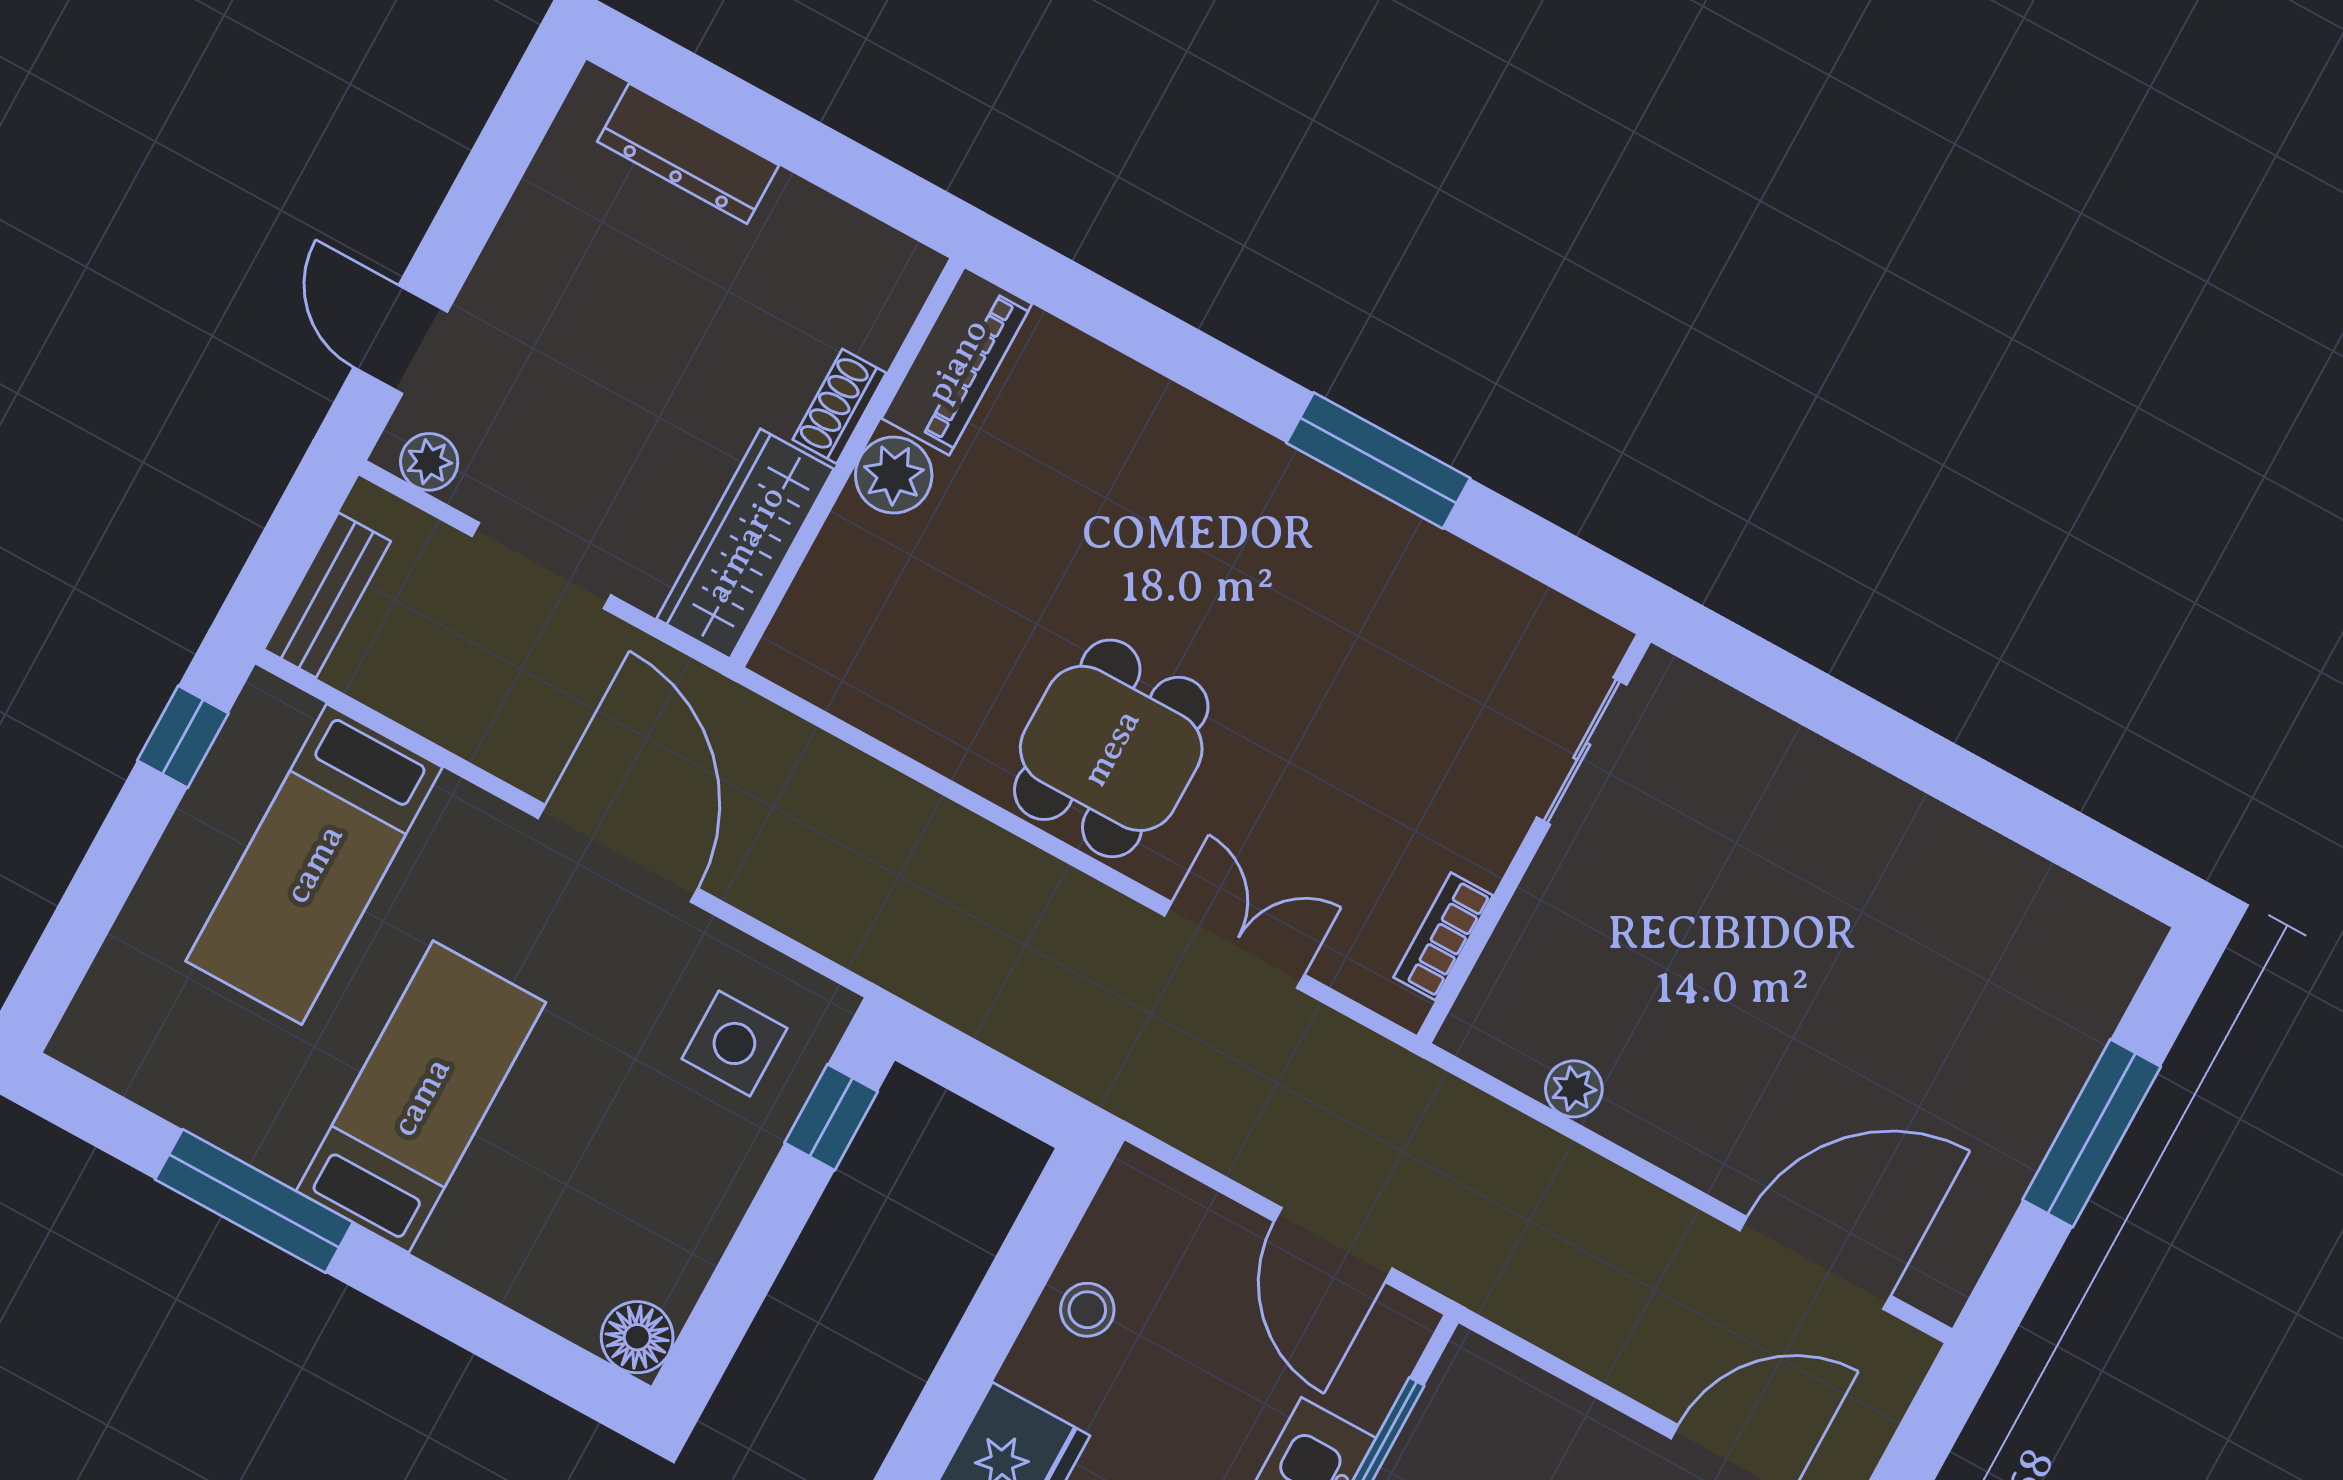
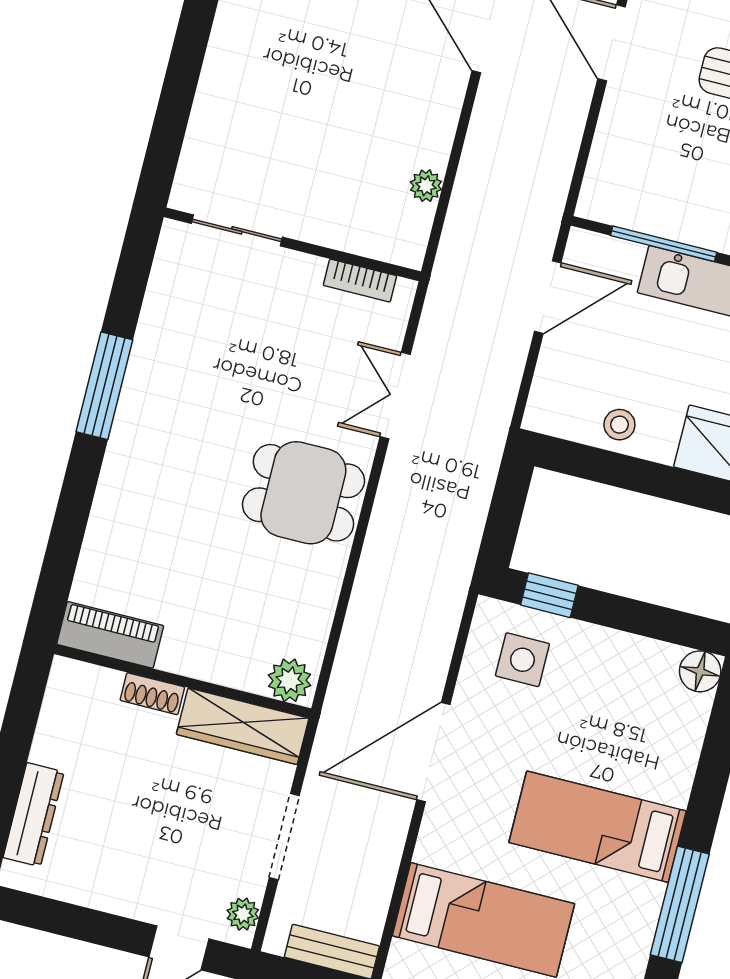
plant: (894, 475) -> (290, 680), moved

